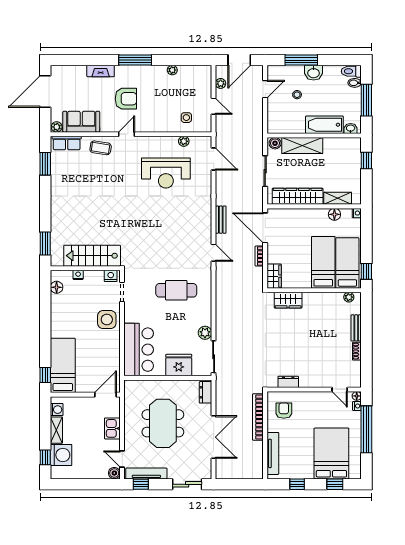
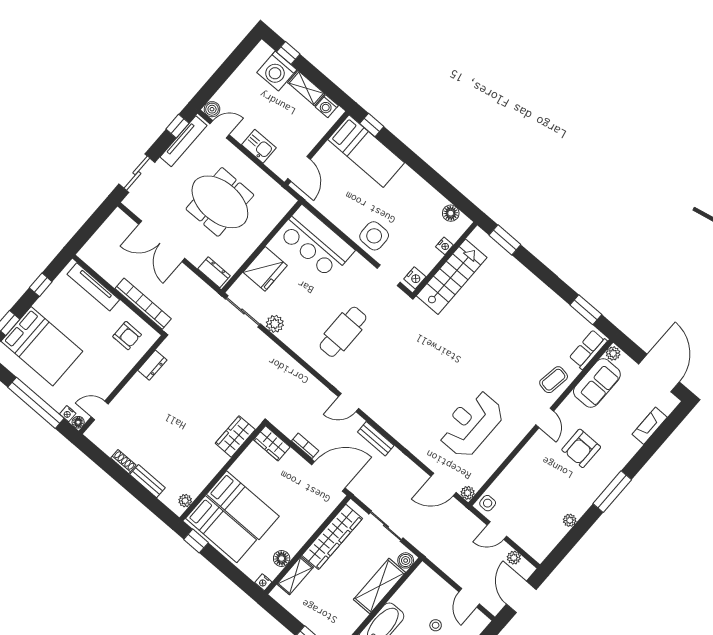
fireplace: (101, 71) -> (650, 426), moved
side table: (186, 118) -> (488, 503), moved
plant: (184, 141) -> (468, 493), moved

